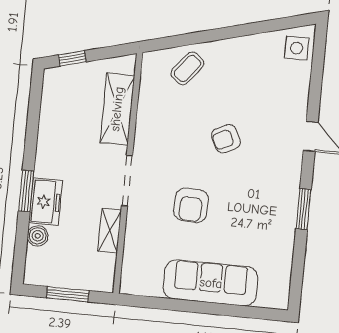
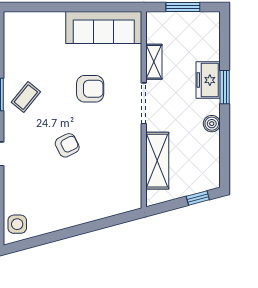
coffee table: (187, 68) -> (26, 97), moved
armchair: (191, 205) -> (90, 89), turned 87
boiler: (38, 236) -> (212, 124), moved
sofa: (211, 283) -> (104, 28), moved

